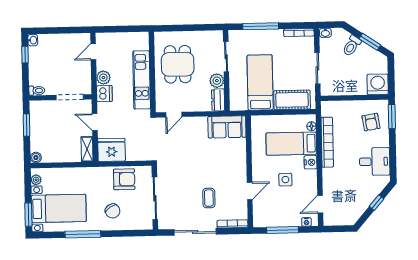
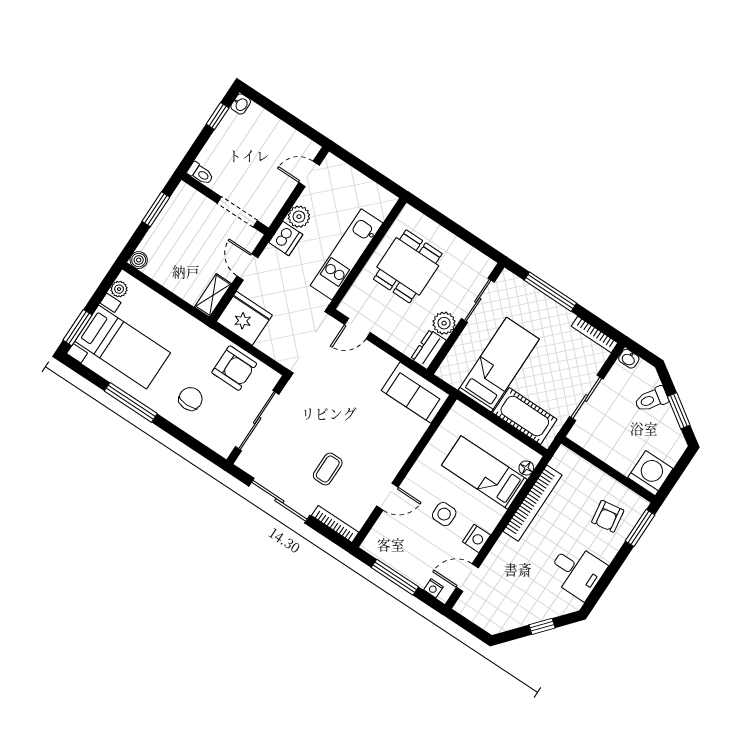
nightstand: (311, 162) -> (476, 538), moved
chair: (113, 211) -> (191, 399), turned -147

